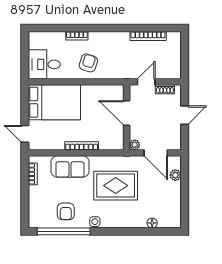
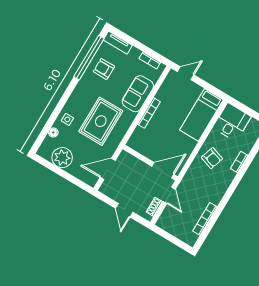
bed: (54, 102) -> (202, 115), width x0.67
door: (127, 113) -> (163, 170), moved
plant: (135, 145) -> (124, 156), removed
plant: (175, 175) -> (62, 158), moved, width x1.87, depth x1.87
tv unit: (34, 213) -> (118, 43), added
side table: (95, 222) -> (67, 119), moved

